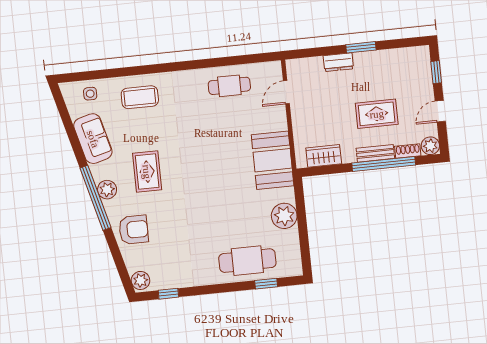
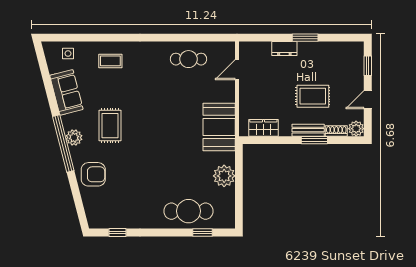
coffee table: (140, 97) -> (110, 61), width x0.73, depth x0.77
window: (384, 164) -> (314, 140), width x0.47
plant: (141, 280) -> (95, 219), removed

